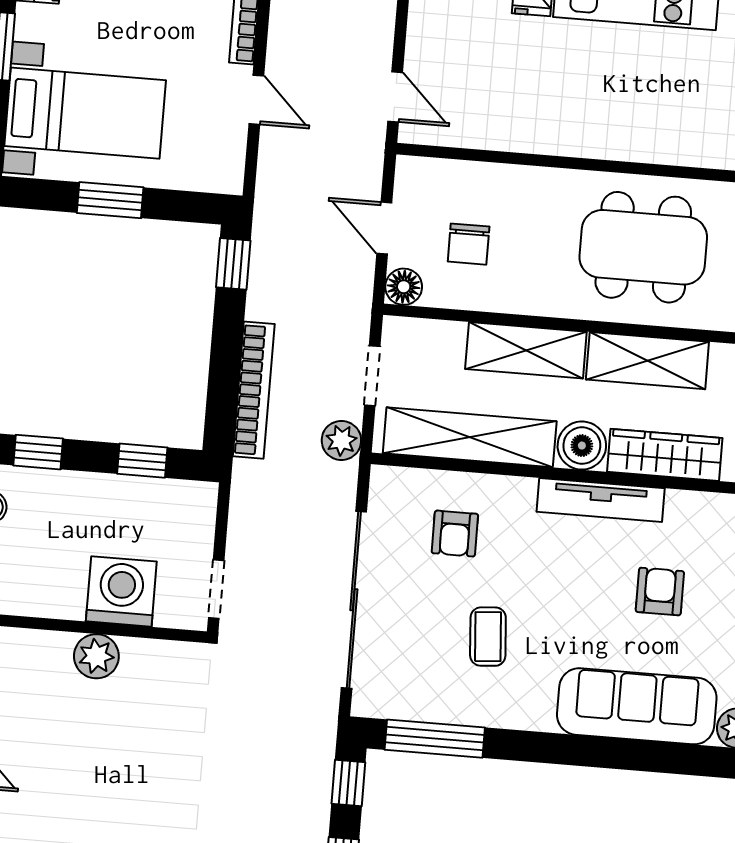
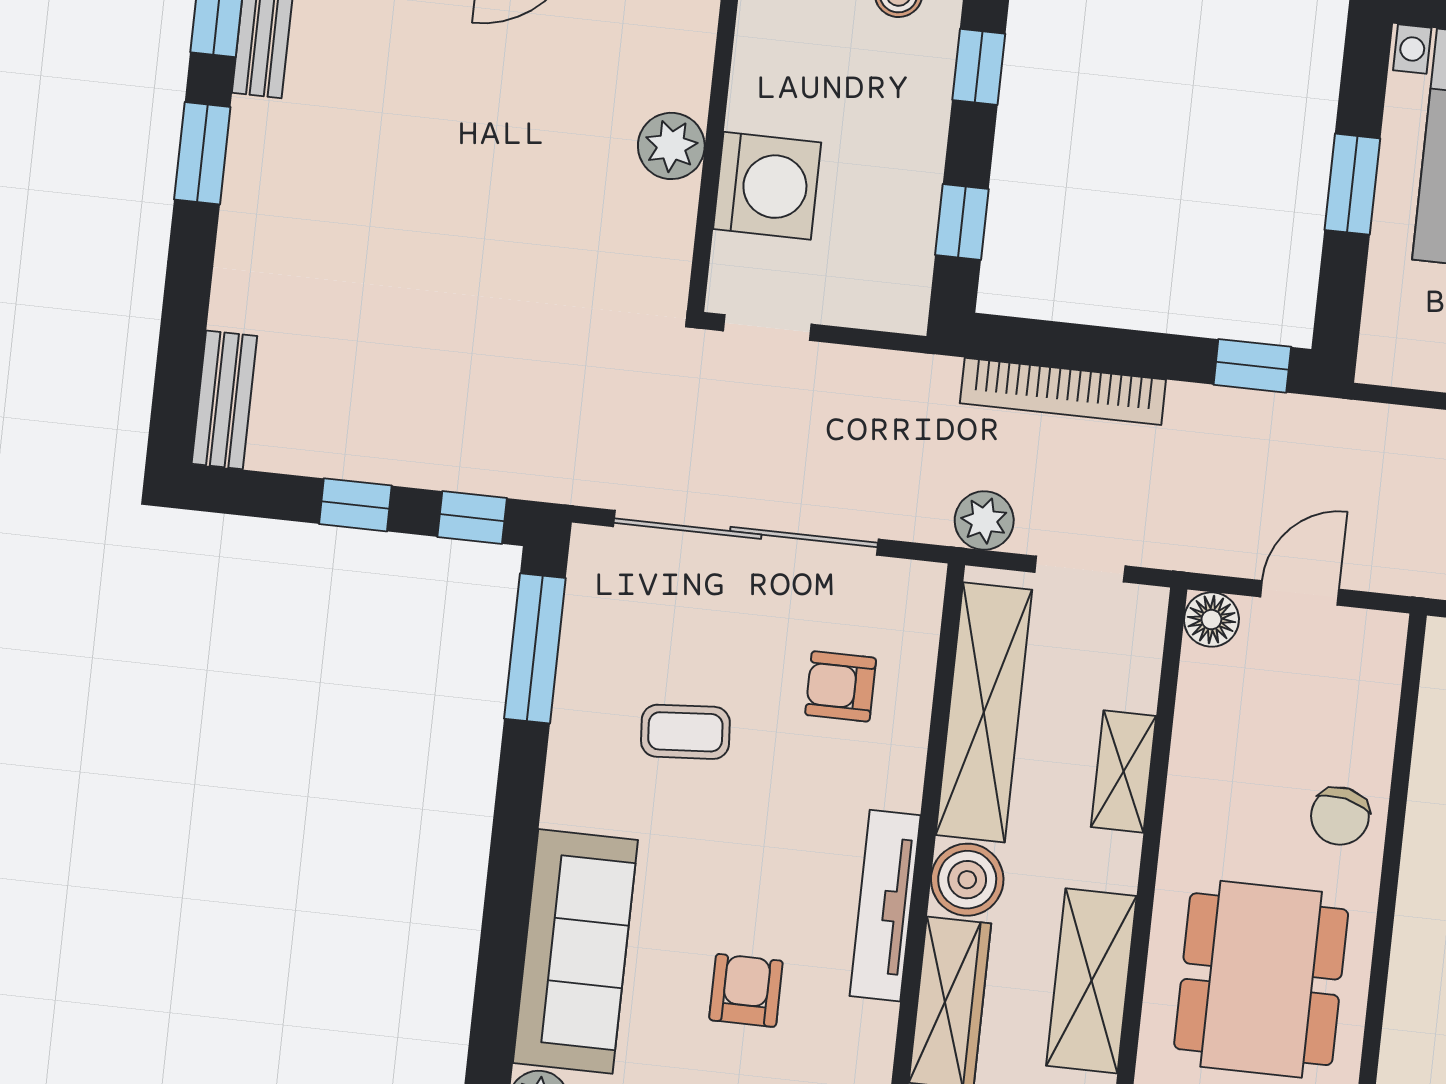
chair: (469, 244) -> (1340, 816), moved, turned -78
shelving: (526, 350) -> (1124, 772), width x0.67, depth x0.75
armchair: (660, 592) -> (746, 990), turned -90

